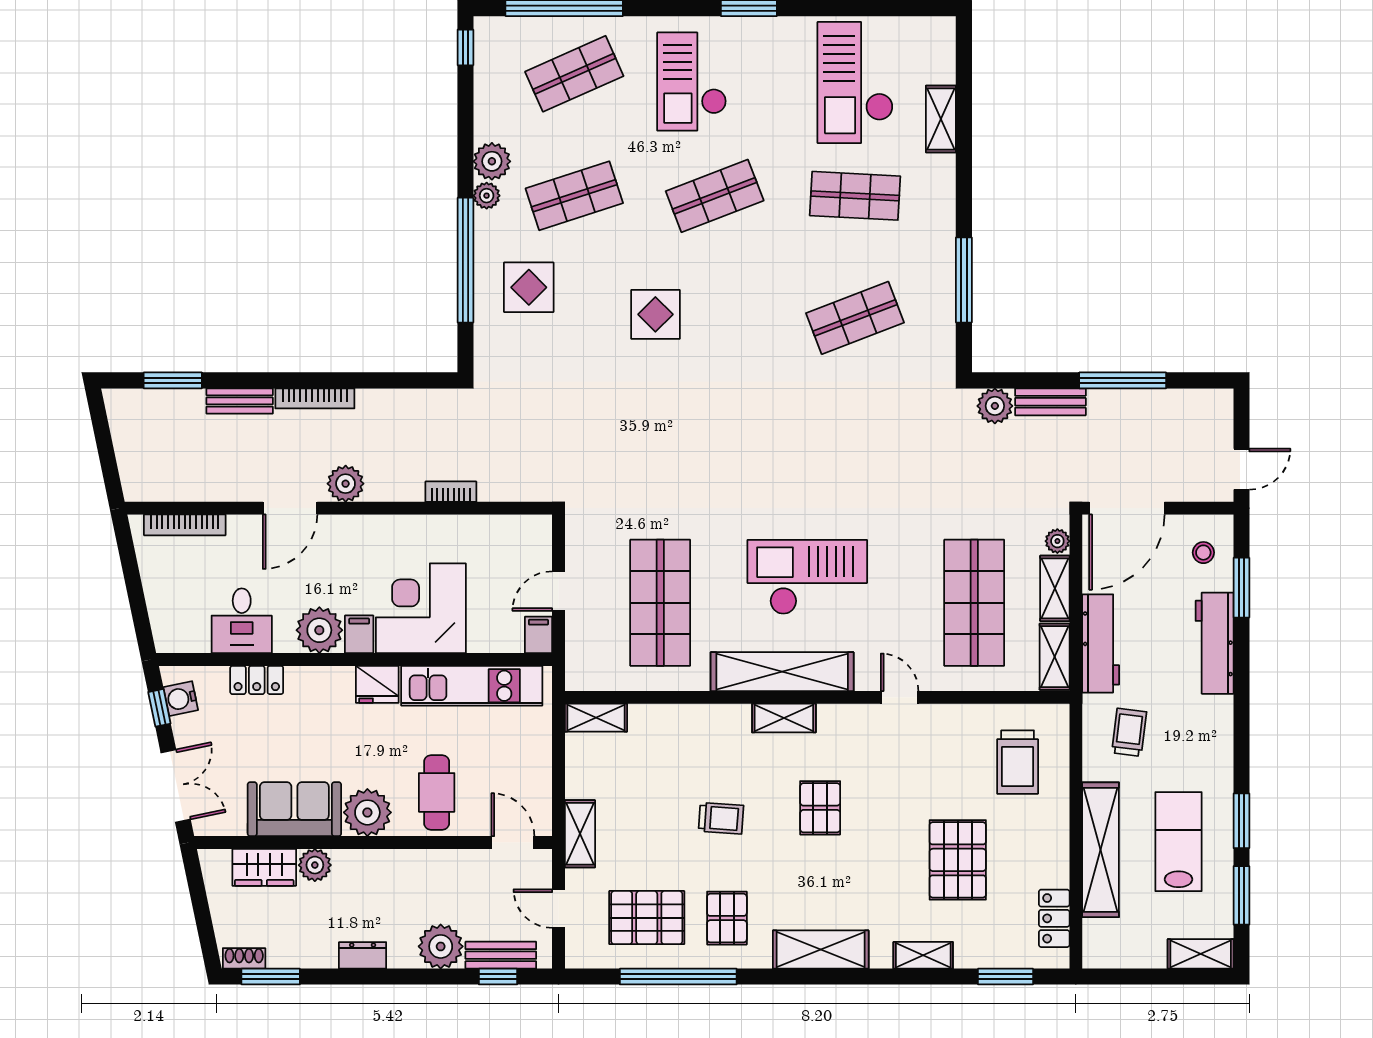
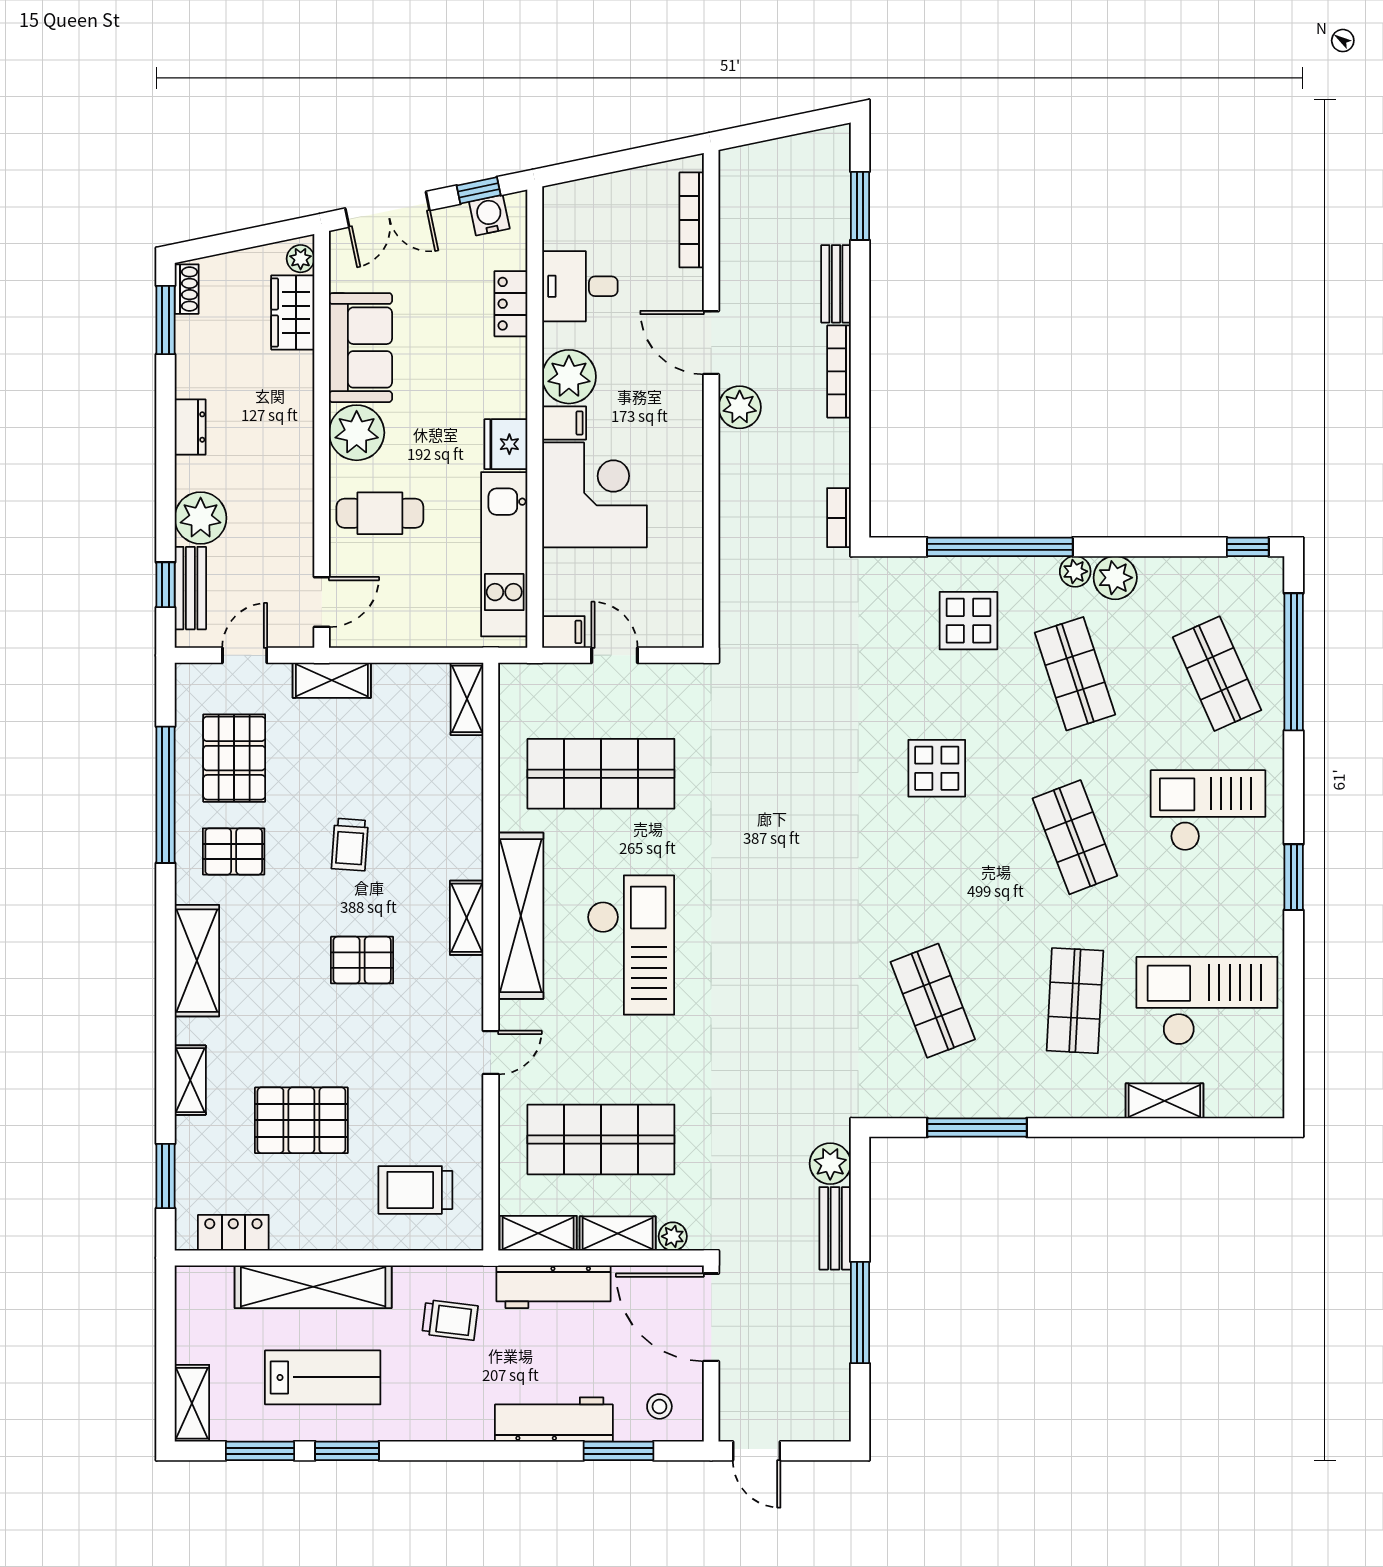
bookcase: (451, 492) -> (839, 518), moved, turned 180
plant: (315, 865) -> (301, 259), moved, width x0.73, depth x0.73

